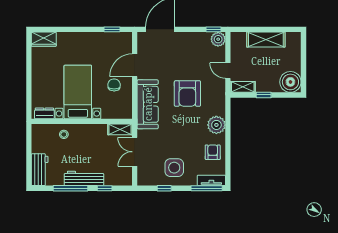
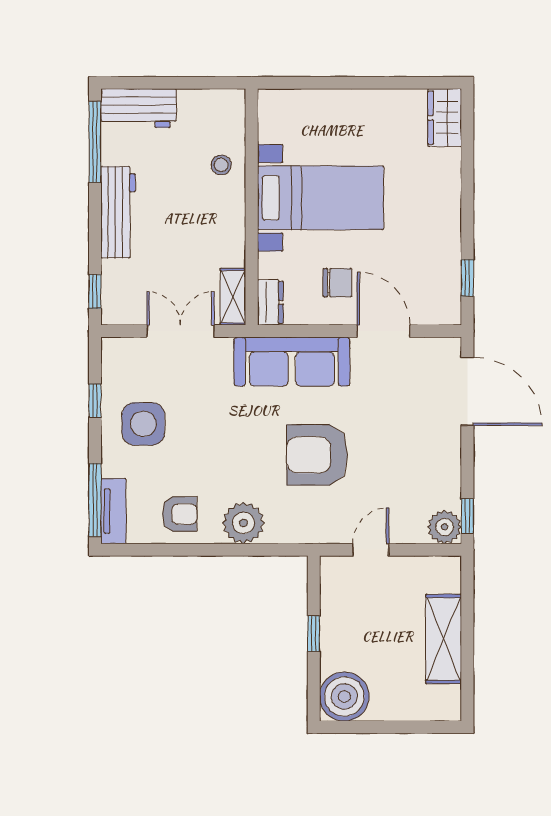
shelving: (243, 87) -> (333, 585), removed
dresser: (44, 113) -> (270, 302), moved
window: (71, 188) -> (95, 142), moved
window: (105, 188) -> (95, 291), moved

